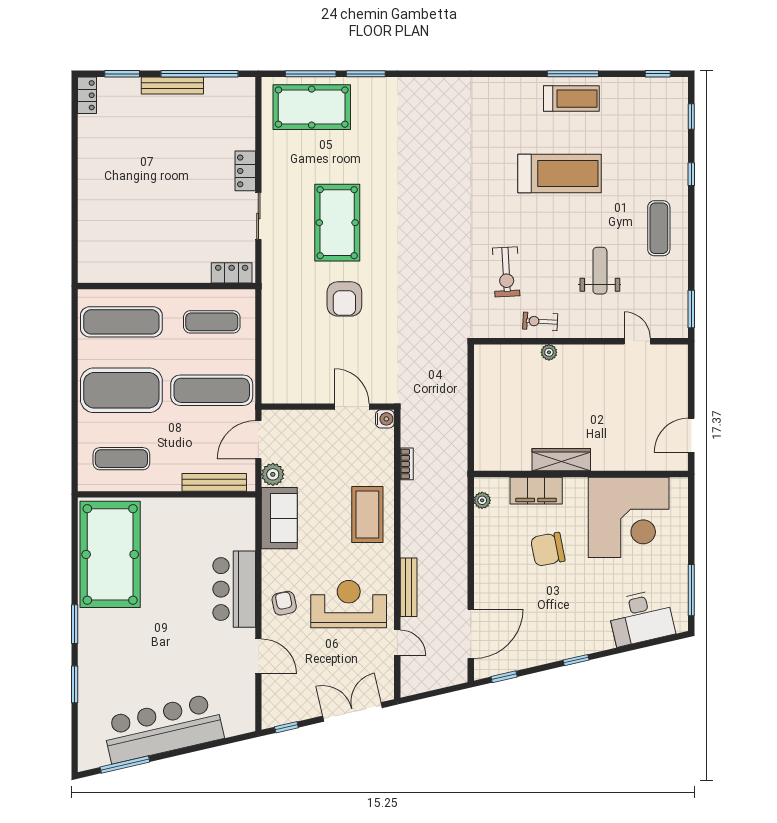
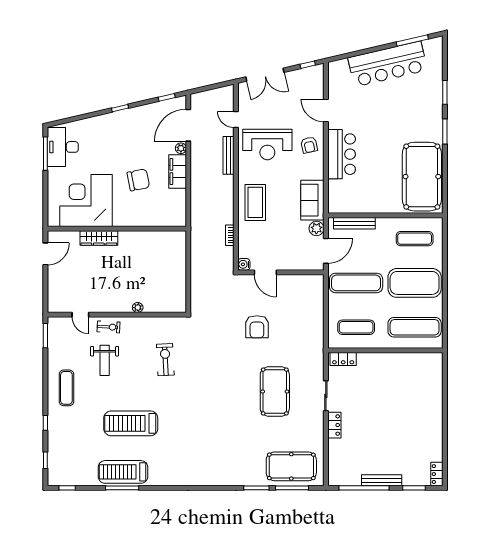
treadmill: (571, 99) -> (123, 472), width x1.37, depth x1.38
armchair: (344, 299) -> (257, 327), moved, turned 180
exercise bike: (540, 321) -> (109, 327), moved
wardrobe: (561, 460) -> (99, 238), moved
filing cabinet: (536, 491) -> (178, 172), moved, turned -90
plant: (482, 500) -> (181, 148), moved
desk: (641, 618) -> (63, 147), moved, turned -77

